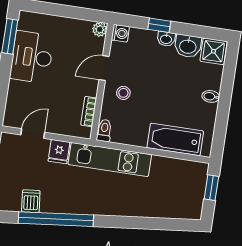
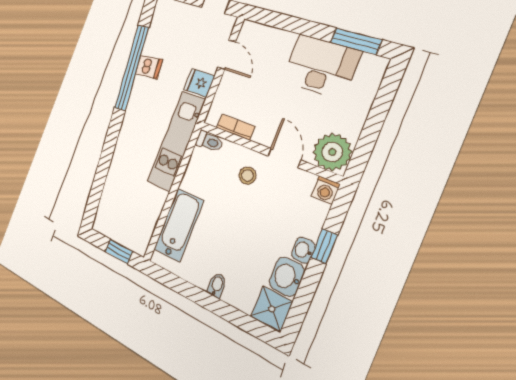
plant: (100, 29) -> (332, 152), width x1.88, depth x1.88
dishwasher: (31, 201) -> (149, 67), moved

